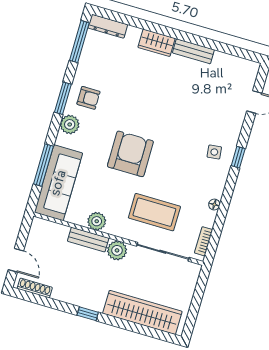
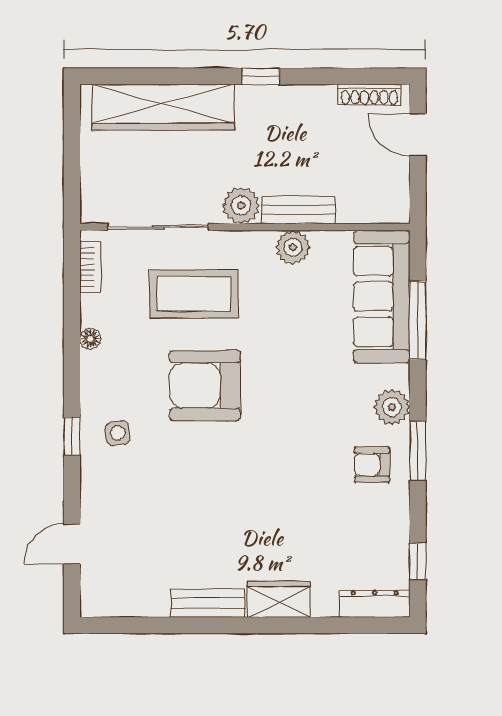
window: (79, 42) -> (418, 561), width x0.46
armchair: (130, 154) -> (205, 385), moved, turned 90

